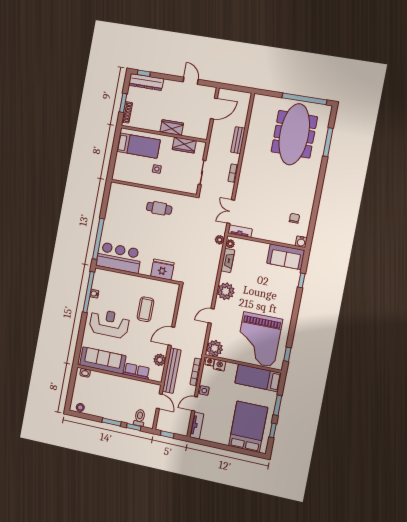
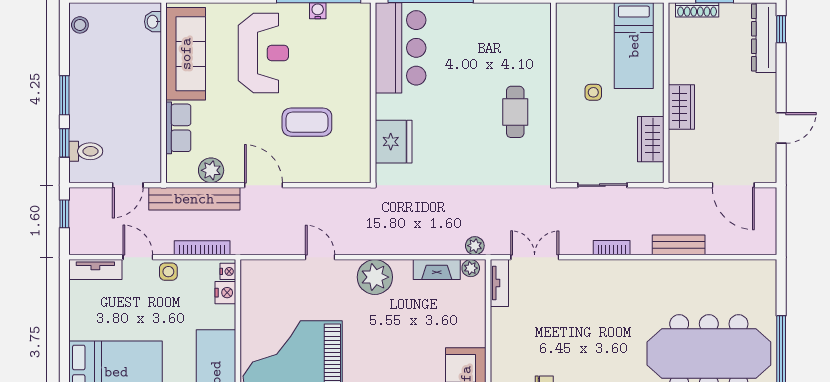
plant: (214, 348) -> (257, 276), removed

